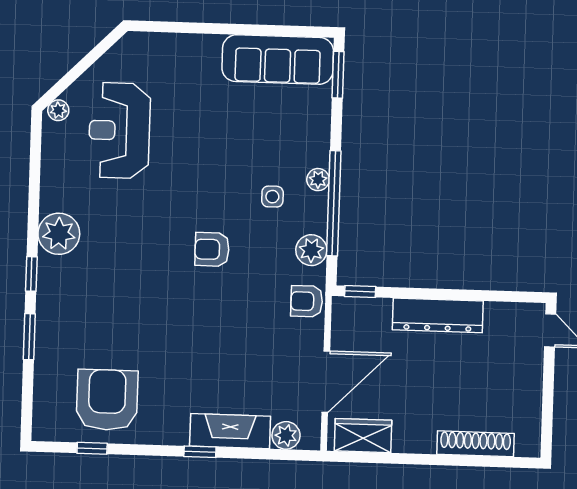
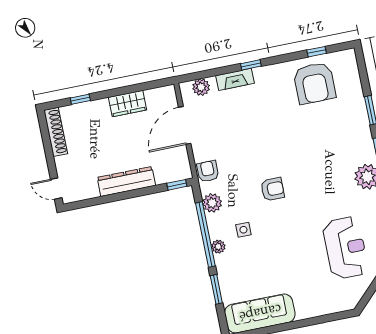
window: (338, 75) -> (216, 289), moved
armchair: (307, 301) -> (208, 171), turned -90
fireplace: (230, 431) -> (235, 79), width x0.73, depth x0.76
wardrobe: (363, 436) -> (127, 104), moved
shoe rack: (476, 444) -> (56, 132), moved, turned -90
window: (479, 461) -> (80, 99), added

